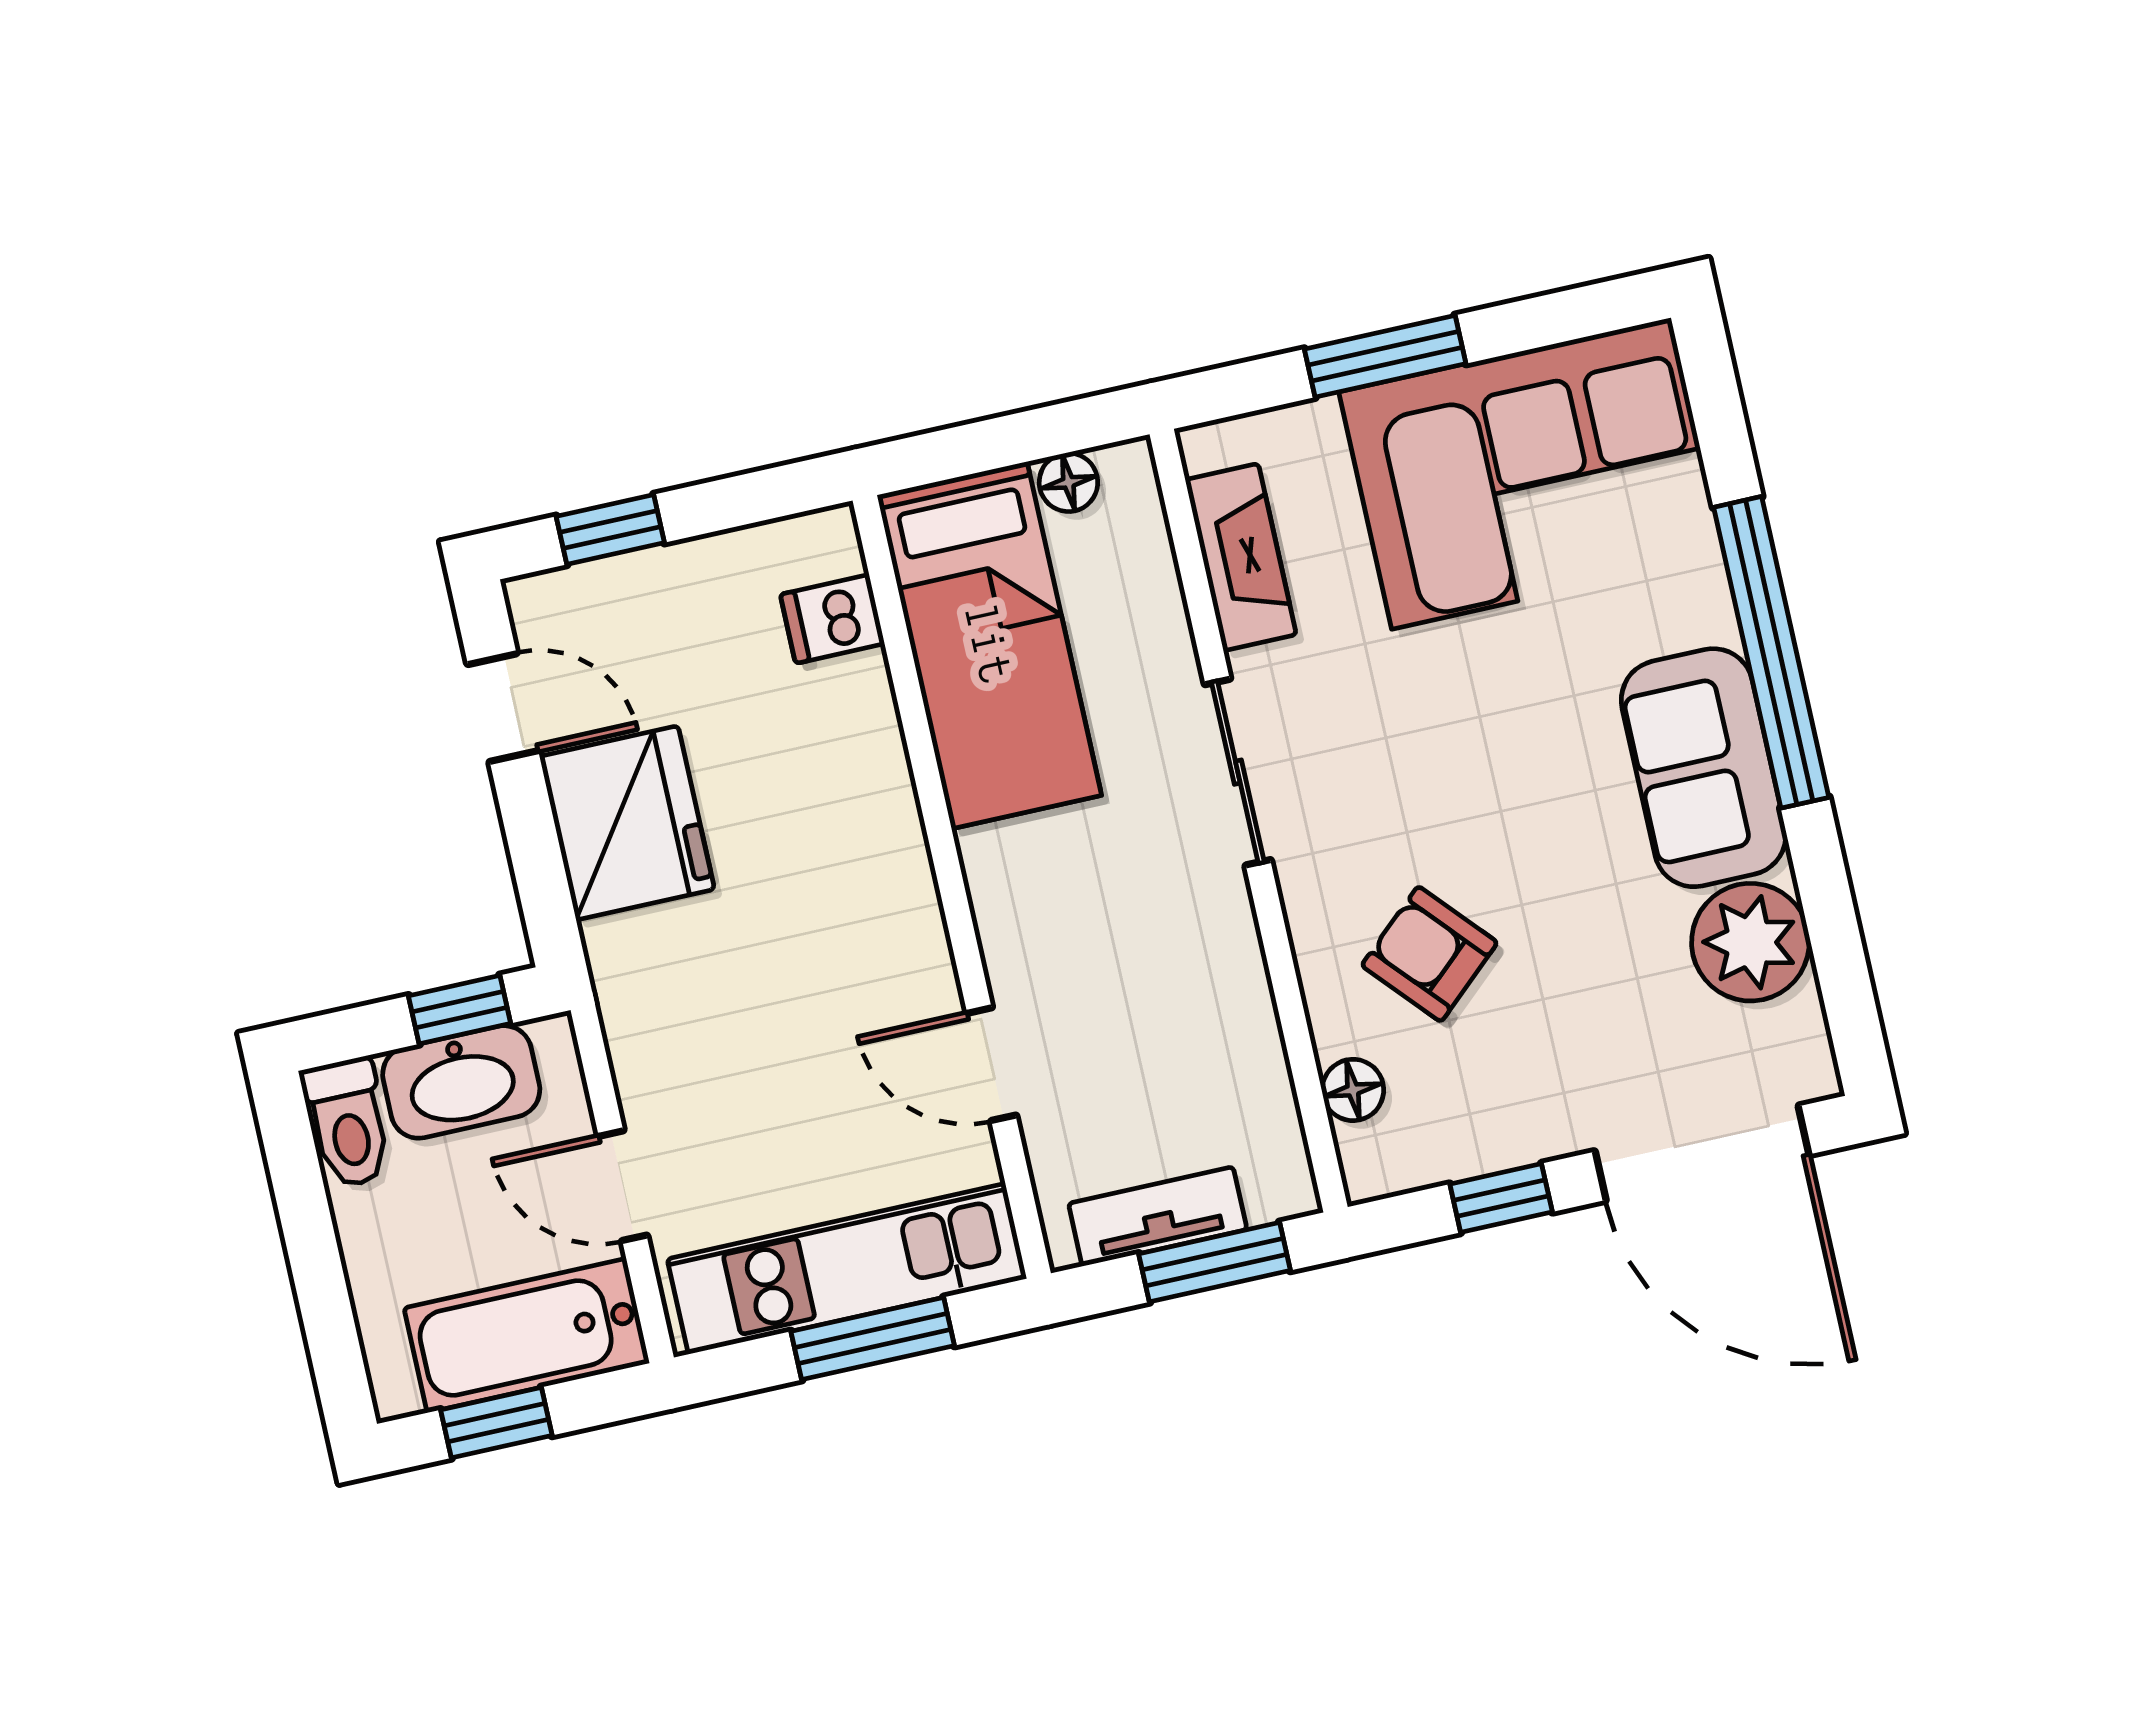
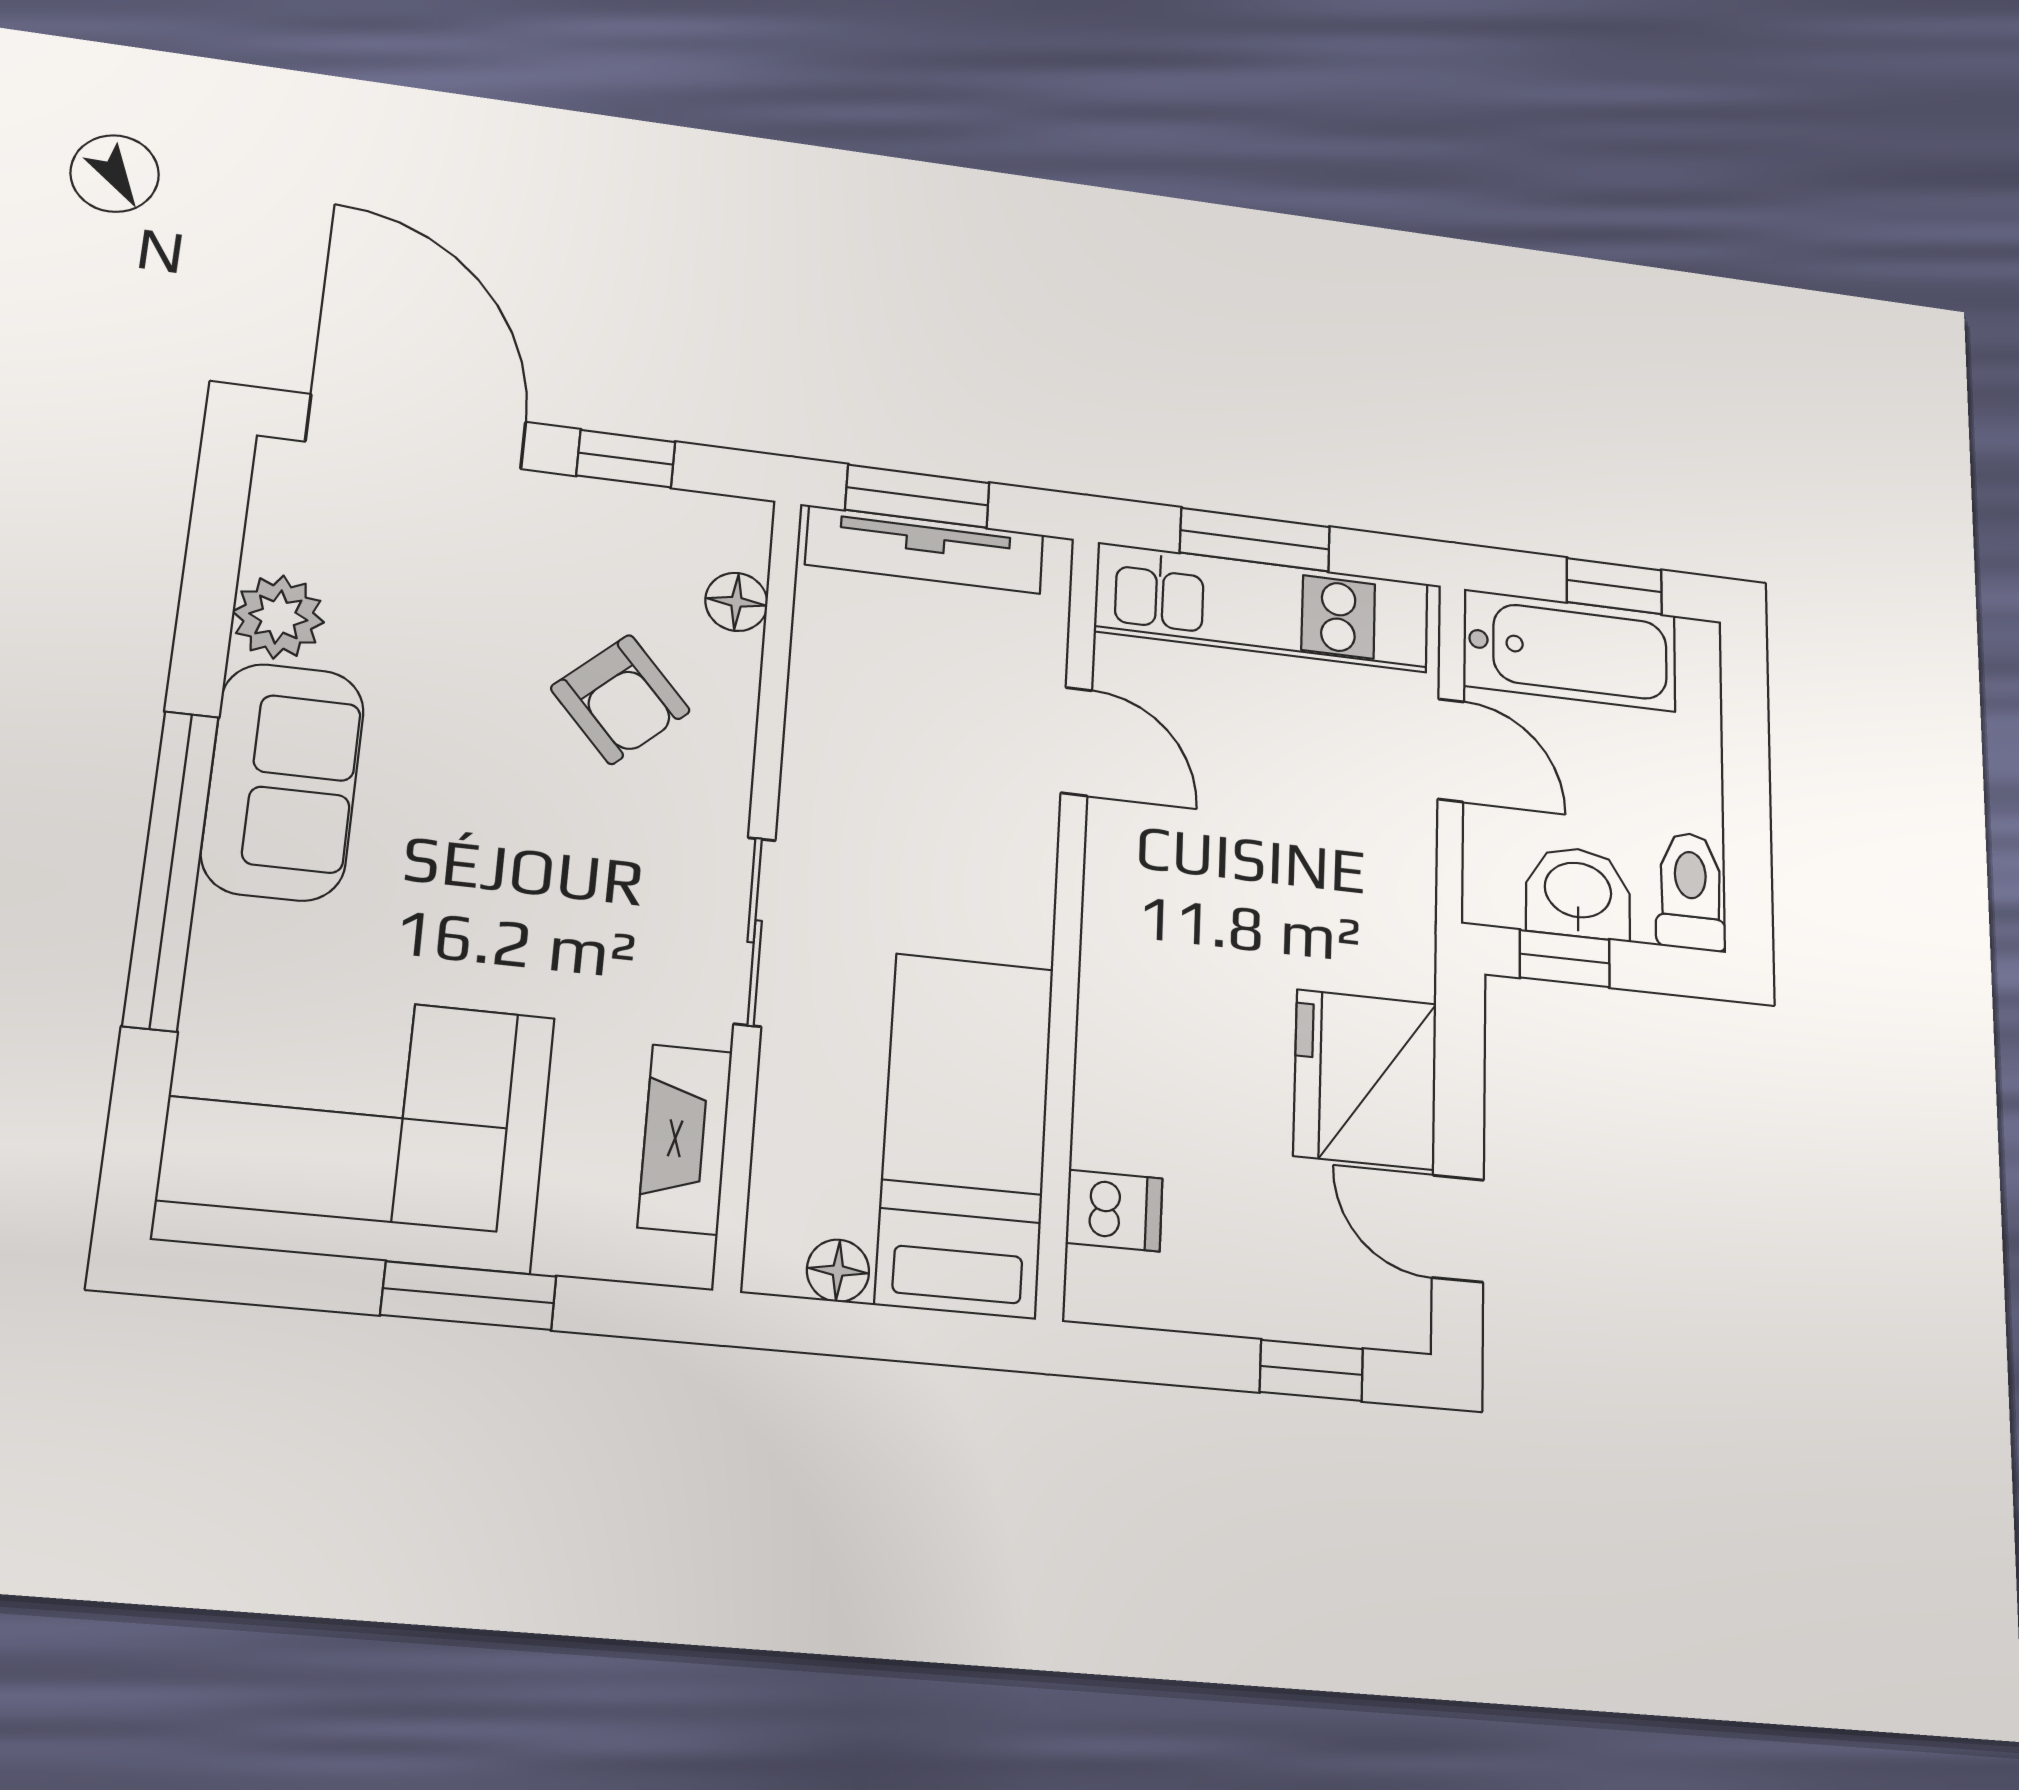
plant: (1750, 942) -> (278, 617), width x0.73, depth x0.73
washbasin: (461, 1082) -> (1578, 893), width x0.72
tv unit: (1158, 1216) -> (925, 550), width x1.41

